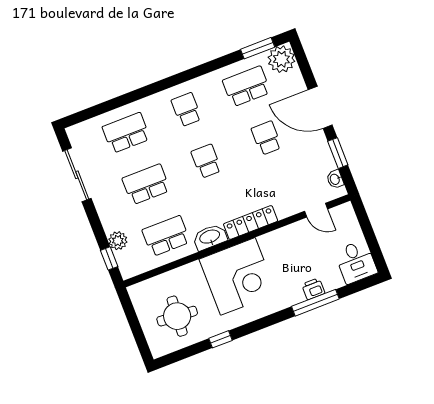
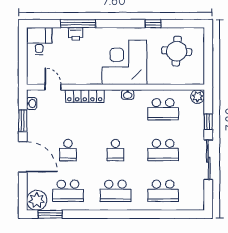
school desk: (186, 110) -> (115, 191), width x1.85
sliding door: (77, 175) -> (208, 160), moved
locker: (251, 223) -> (85, 96), moved
washbasin: (210, 237) -> (128, 95), width x0.52, depth x0.69
plant: (118, 241) -> (197, 97), moved
window: (109, 258) -> (208, 122), moved

